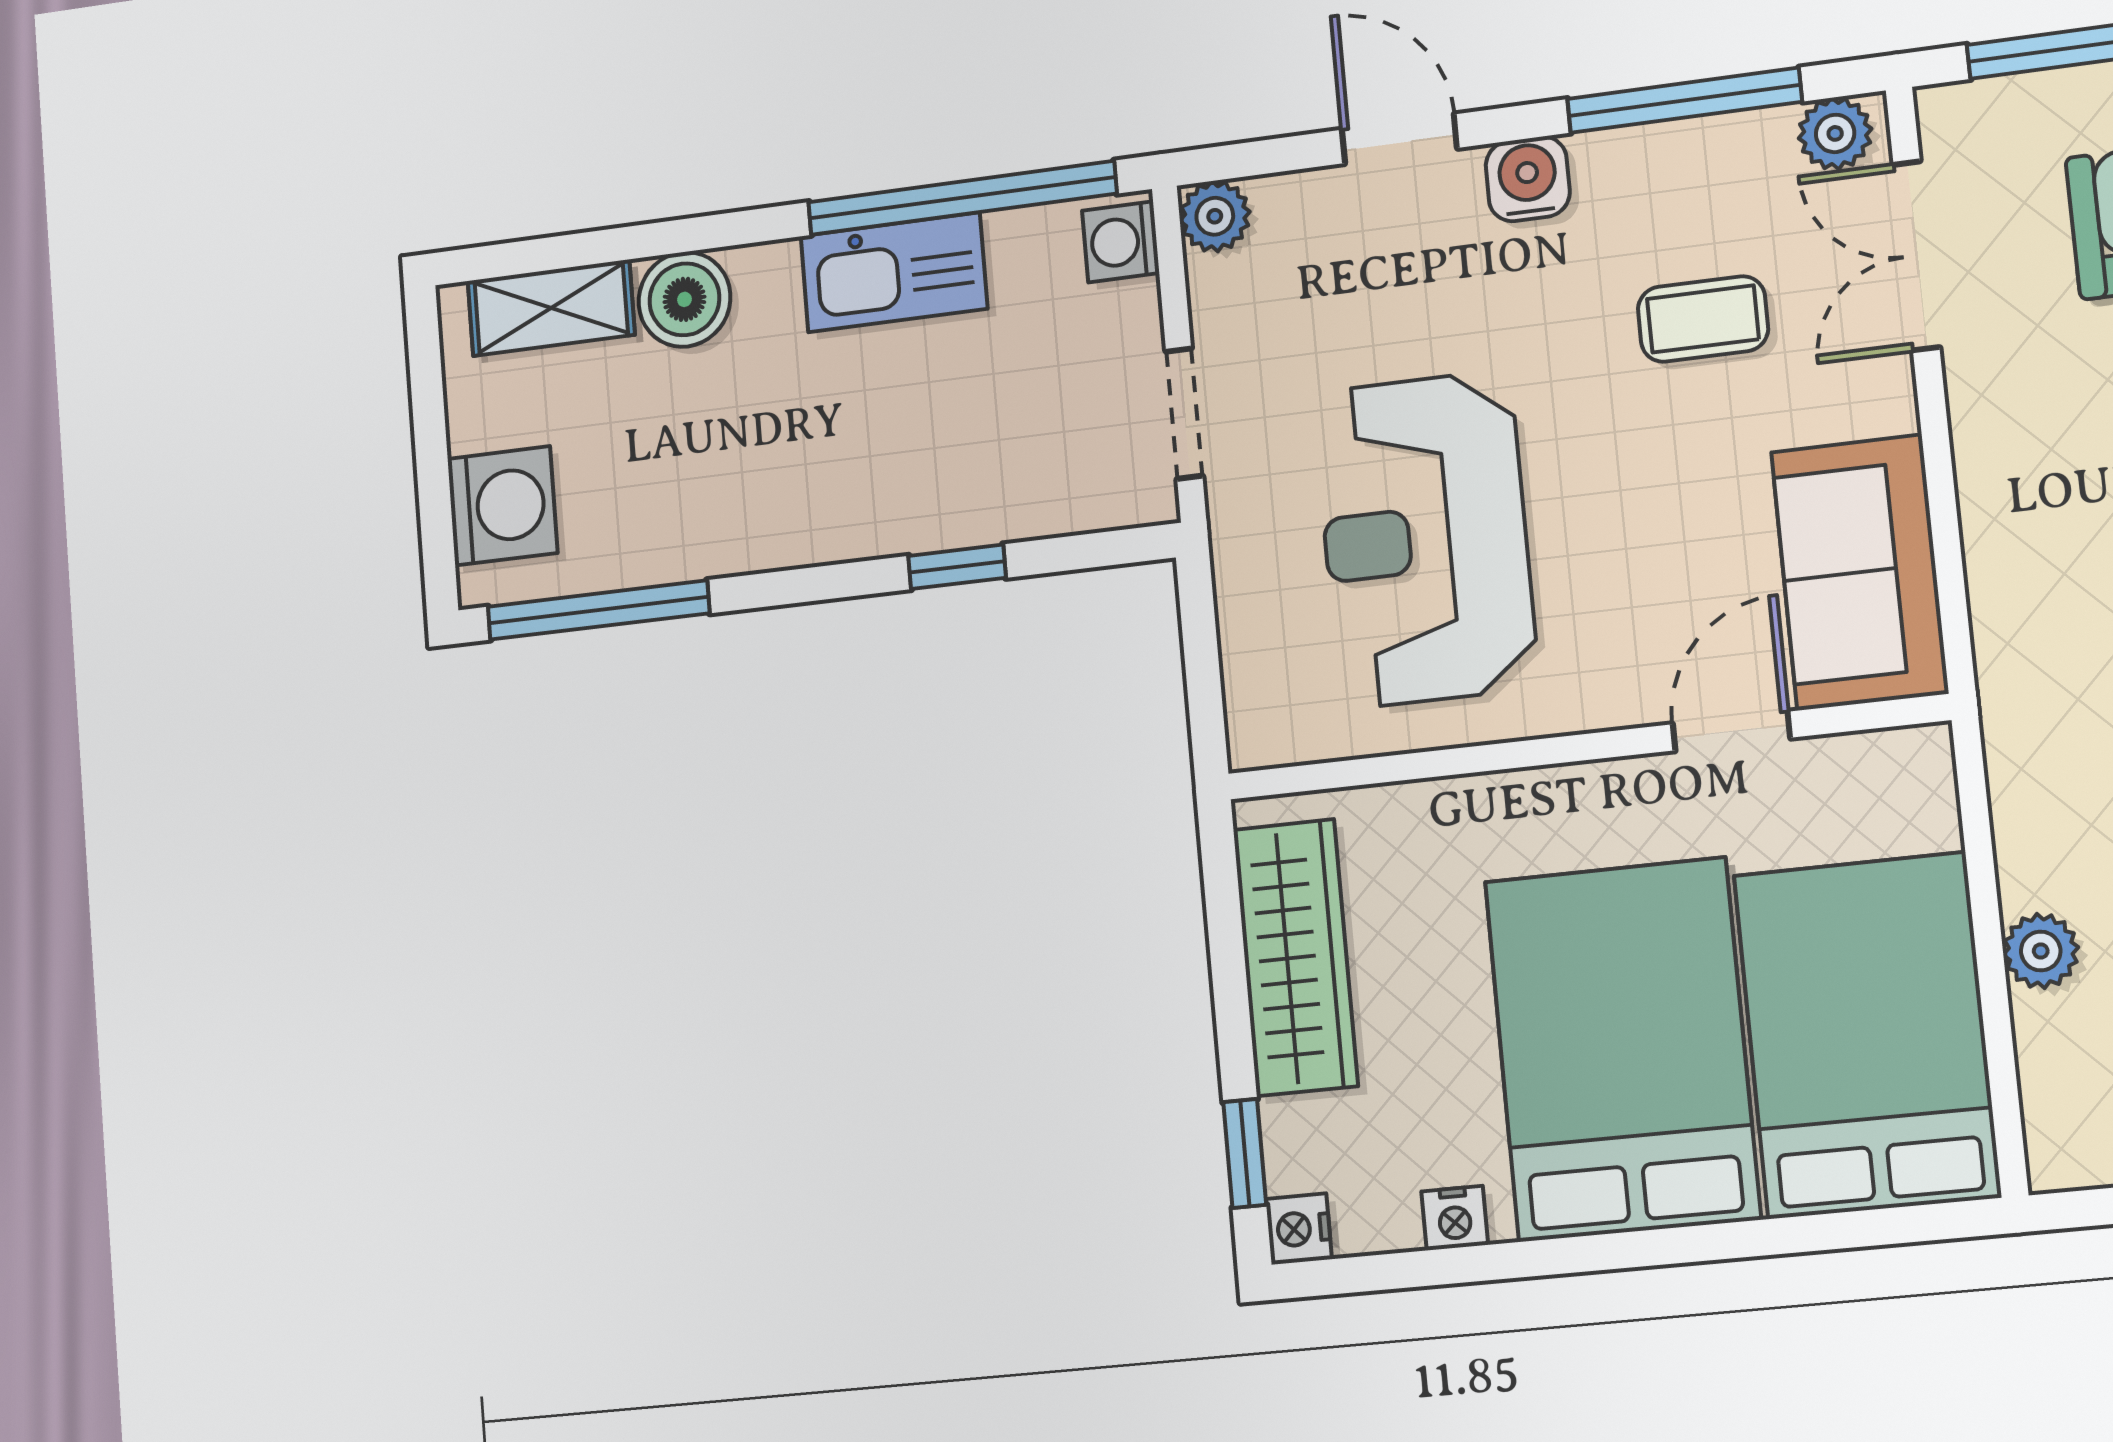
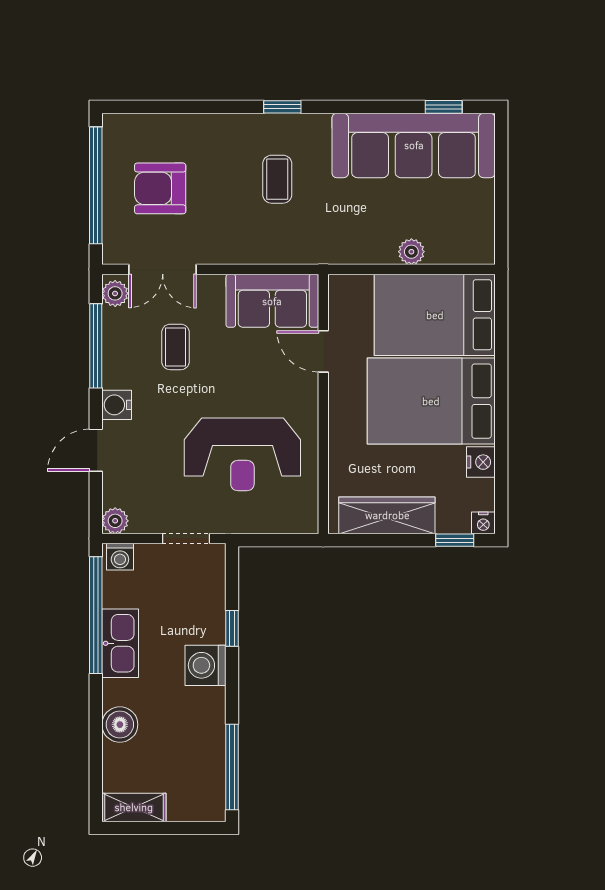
shelving: (551, 308) -> (134, 807), moved, turned 90
washing machine: (502, 506) -> (206, 665), moved, turned -90
nightstand: (1455, 1218) -> (481, 462), width x1.39, depth x1.35

